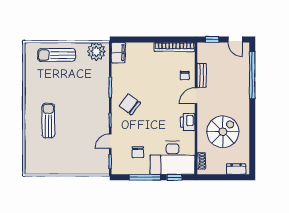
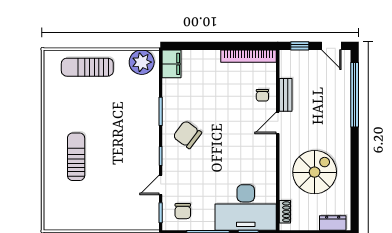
printer: (188, 122) -> (266, 159), removed
chair: (138, 152) -> (183, 211), moved

